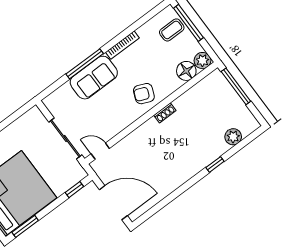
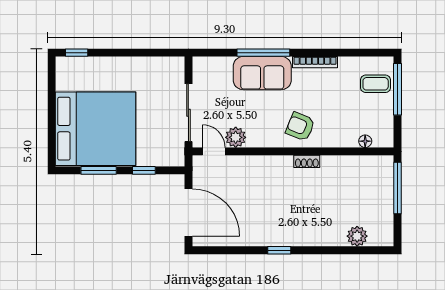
plant: (202, 61) -> (236, 137), moved
floor lamp: (186, 71) -> (365, 141), width x0.53, depth x0.53
window: (215, 164) -> (279, 250), moved
window: (74, 190) -> (144, 170), moved
window: (25, 226) -> (99, 170), moved

